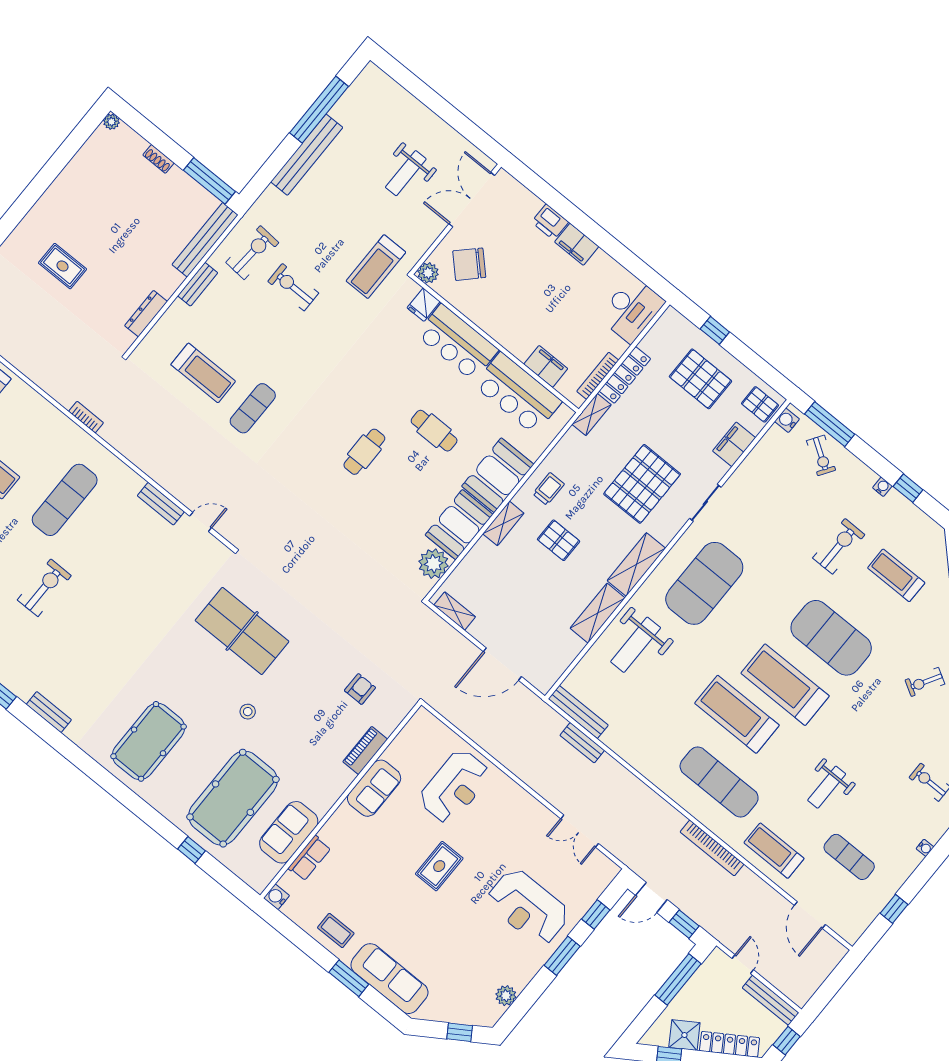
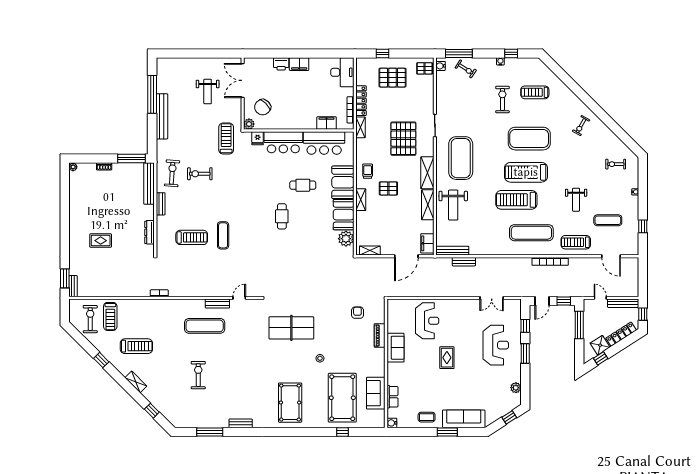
treadmill: (376, 267) -> (226, 139), turned 180
filing cabinet: (734, 444) -> (427, 243), moved
exercise mat: (65, 500) -> (205, 326), moved, turned 90
reception desk: (528, 907) -> (496, 345), turned -90

